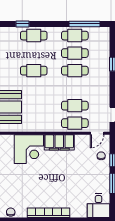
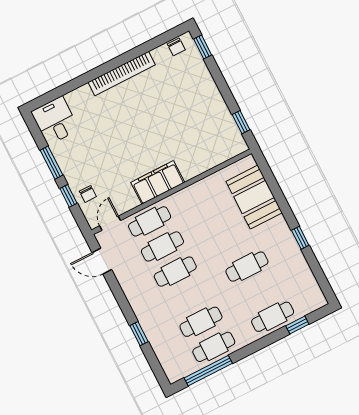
cafe table: (75, 71) -> (175, 272), moved
corner desk: (29, 149) -> (196, 150), removed

